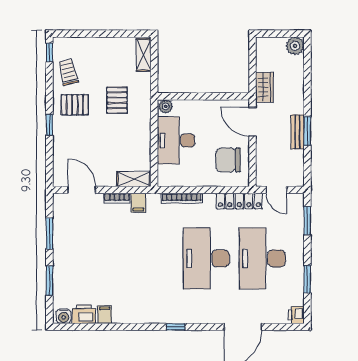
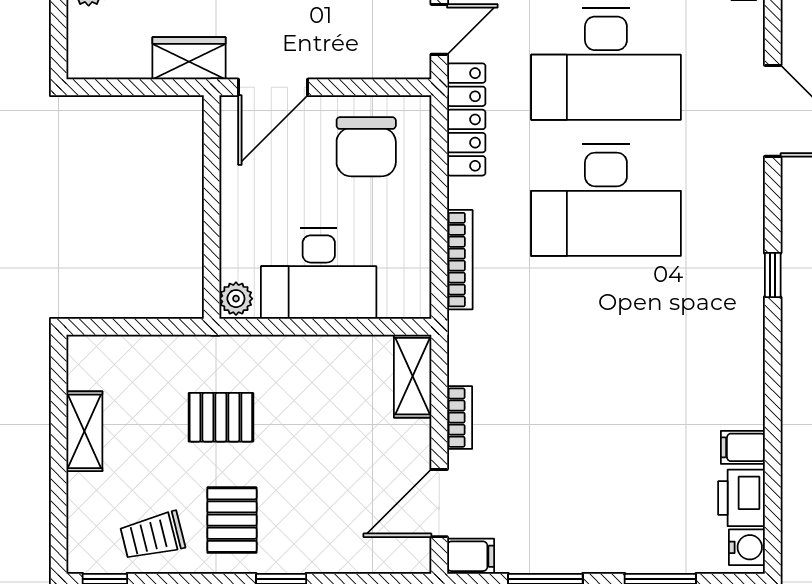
shelving: (144, 55) -> (84, 431), moved, turned 90
filing cabinet: (138, 203) -> (471, 556), moved

